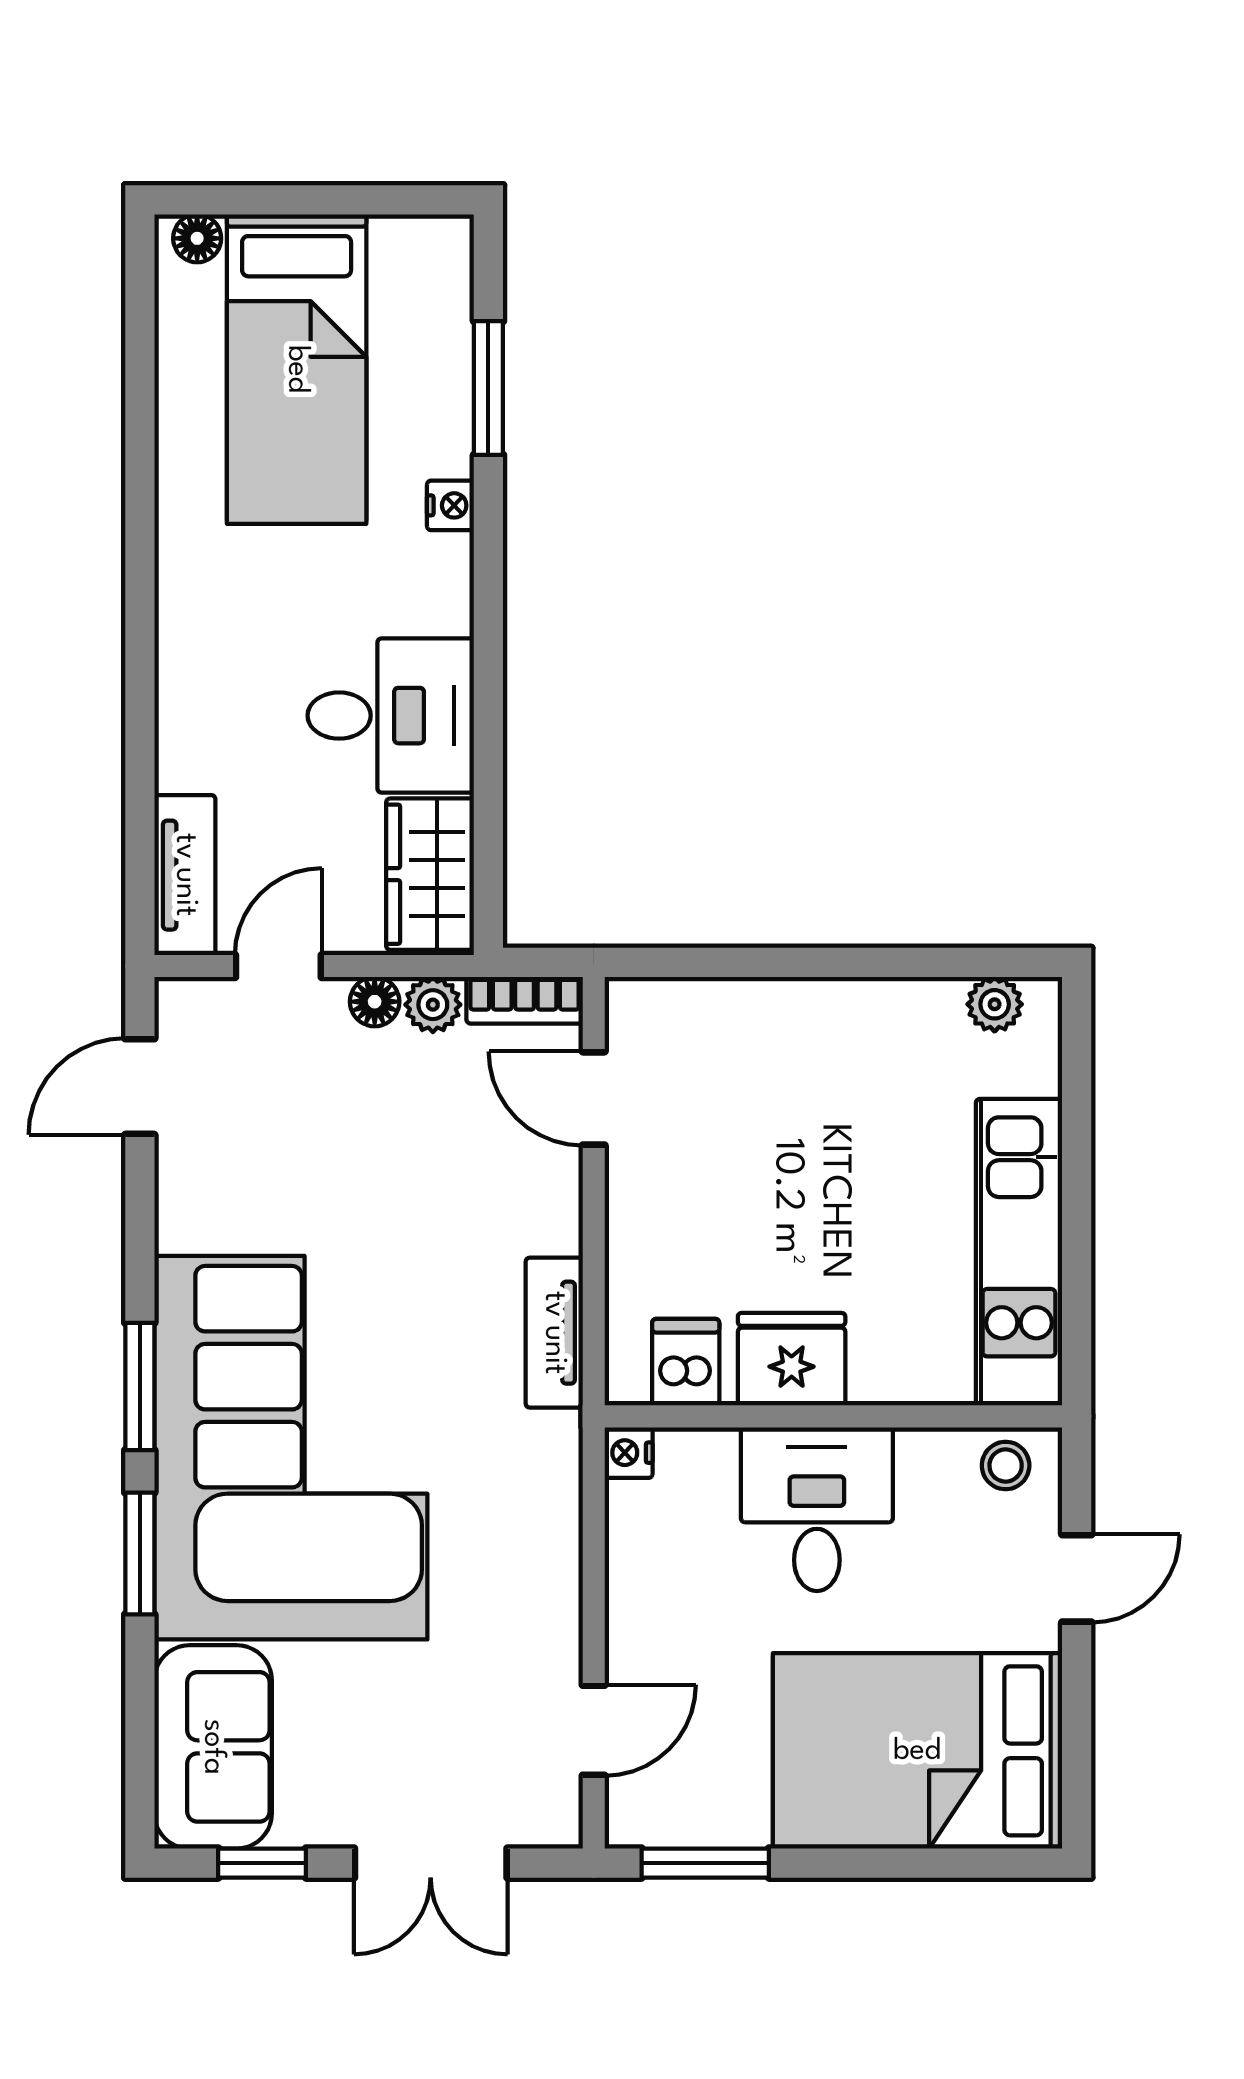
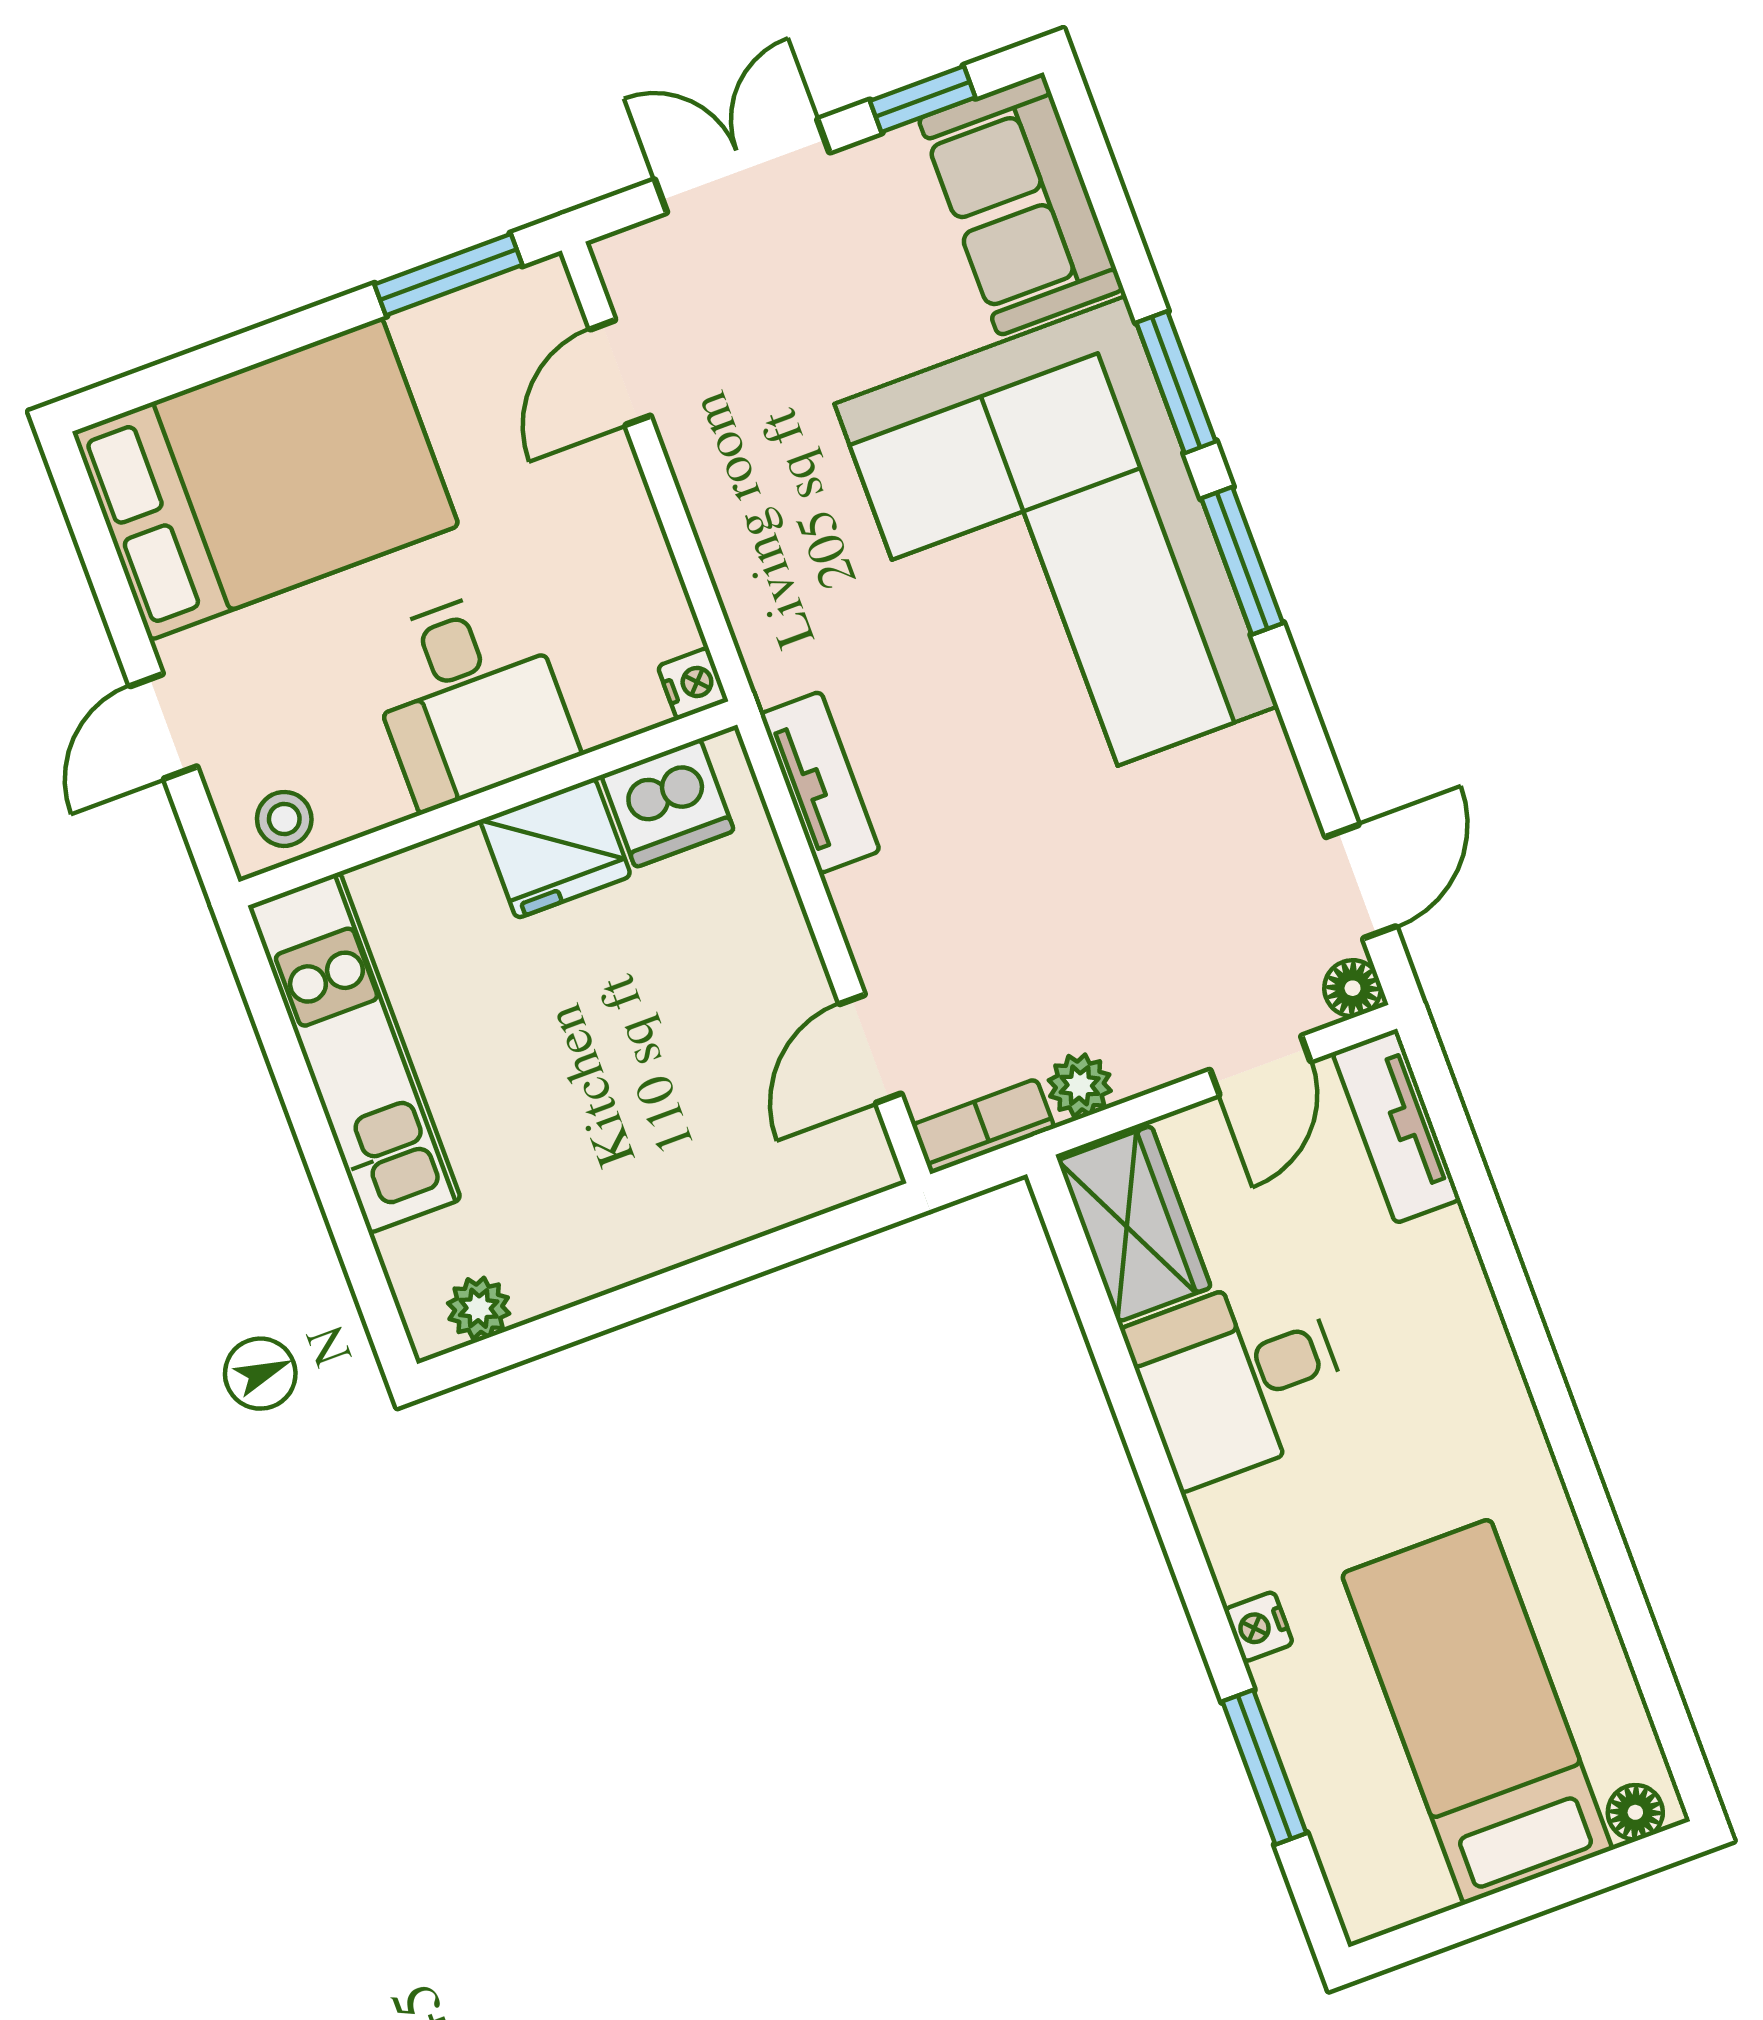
floor lamp: (375, 1002) -> (1353, 988), moved
door: (594, 1098) -> (870, 1049), swing flipped
dishwasher: (686, 1362) -> (668, 803), width x1.38

